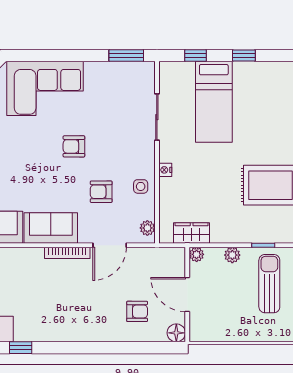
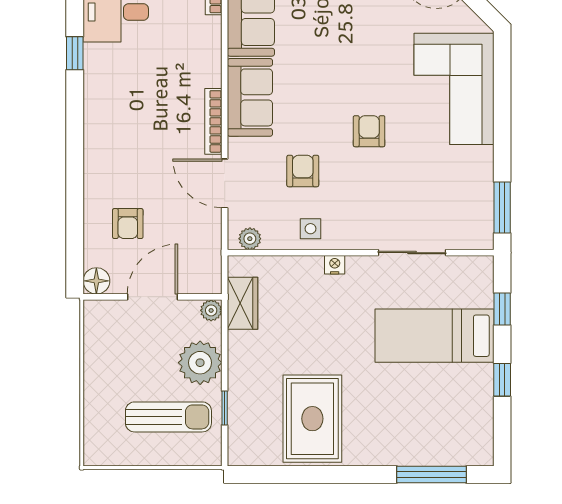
plant: (232, 255) -> (200, 363), width x1.88, depth x1.88

